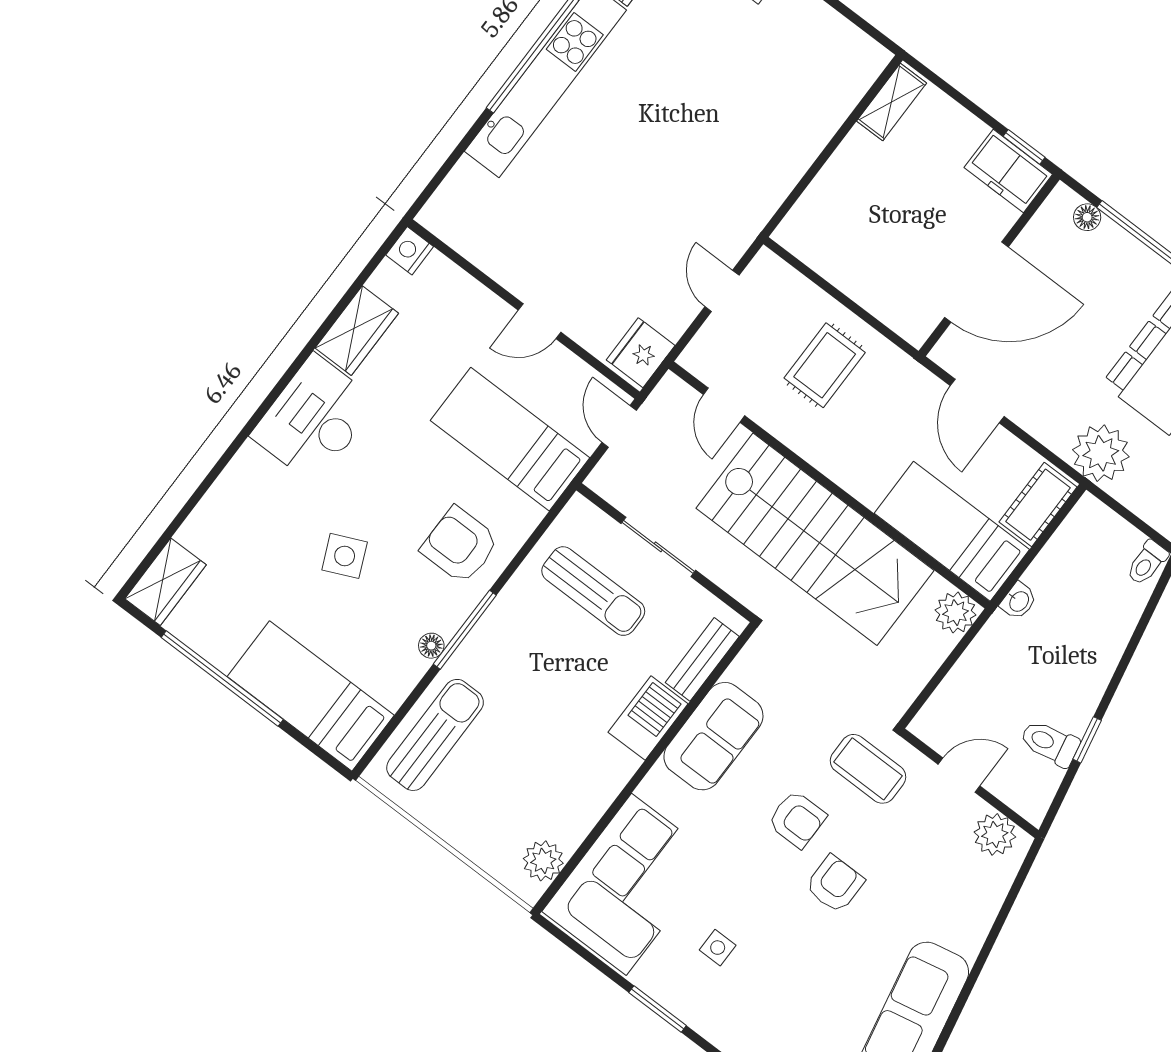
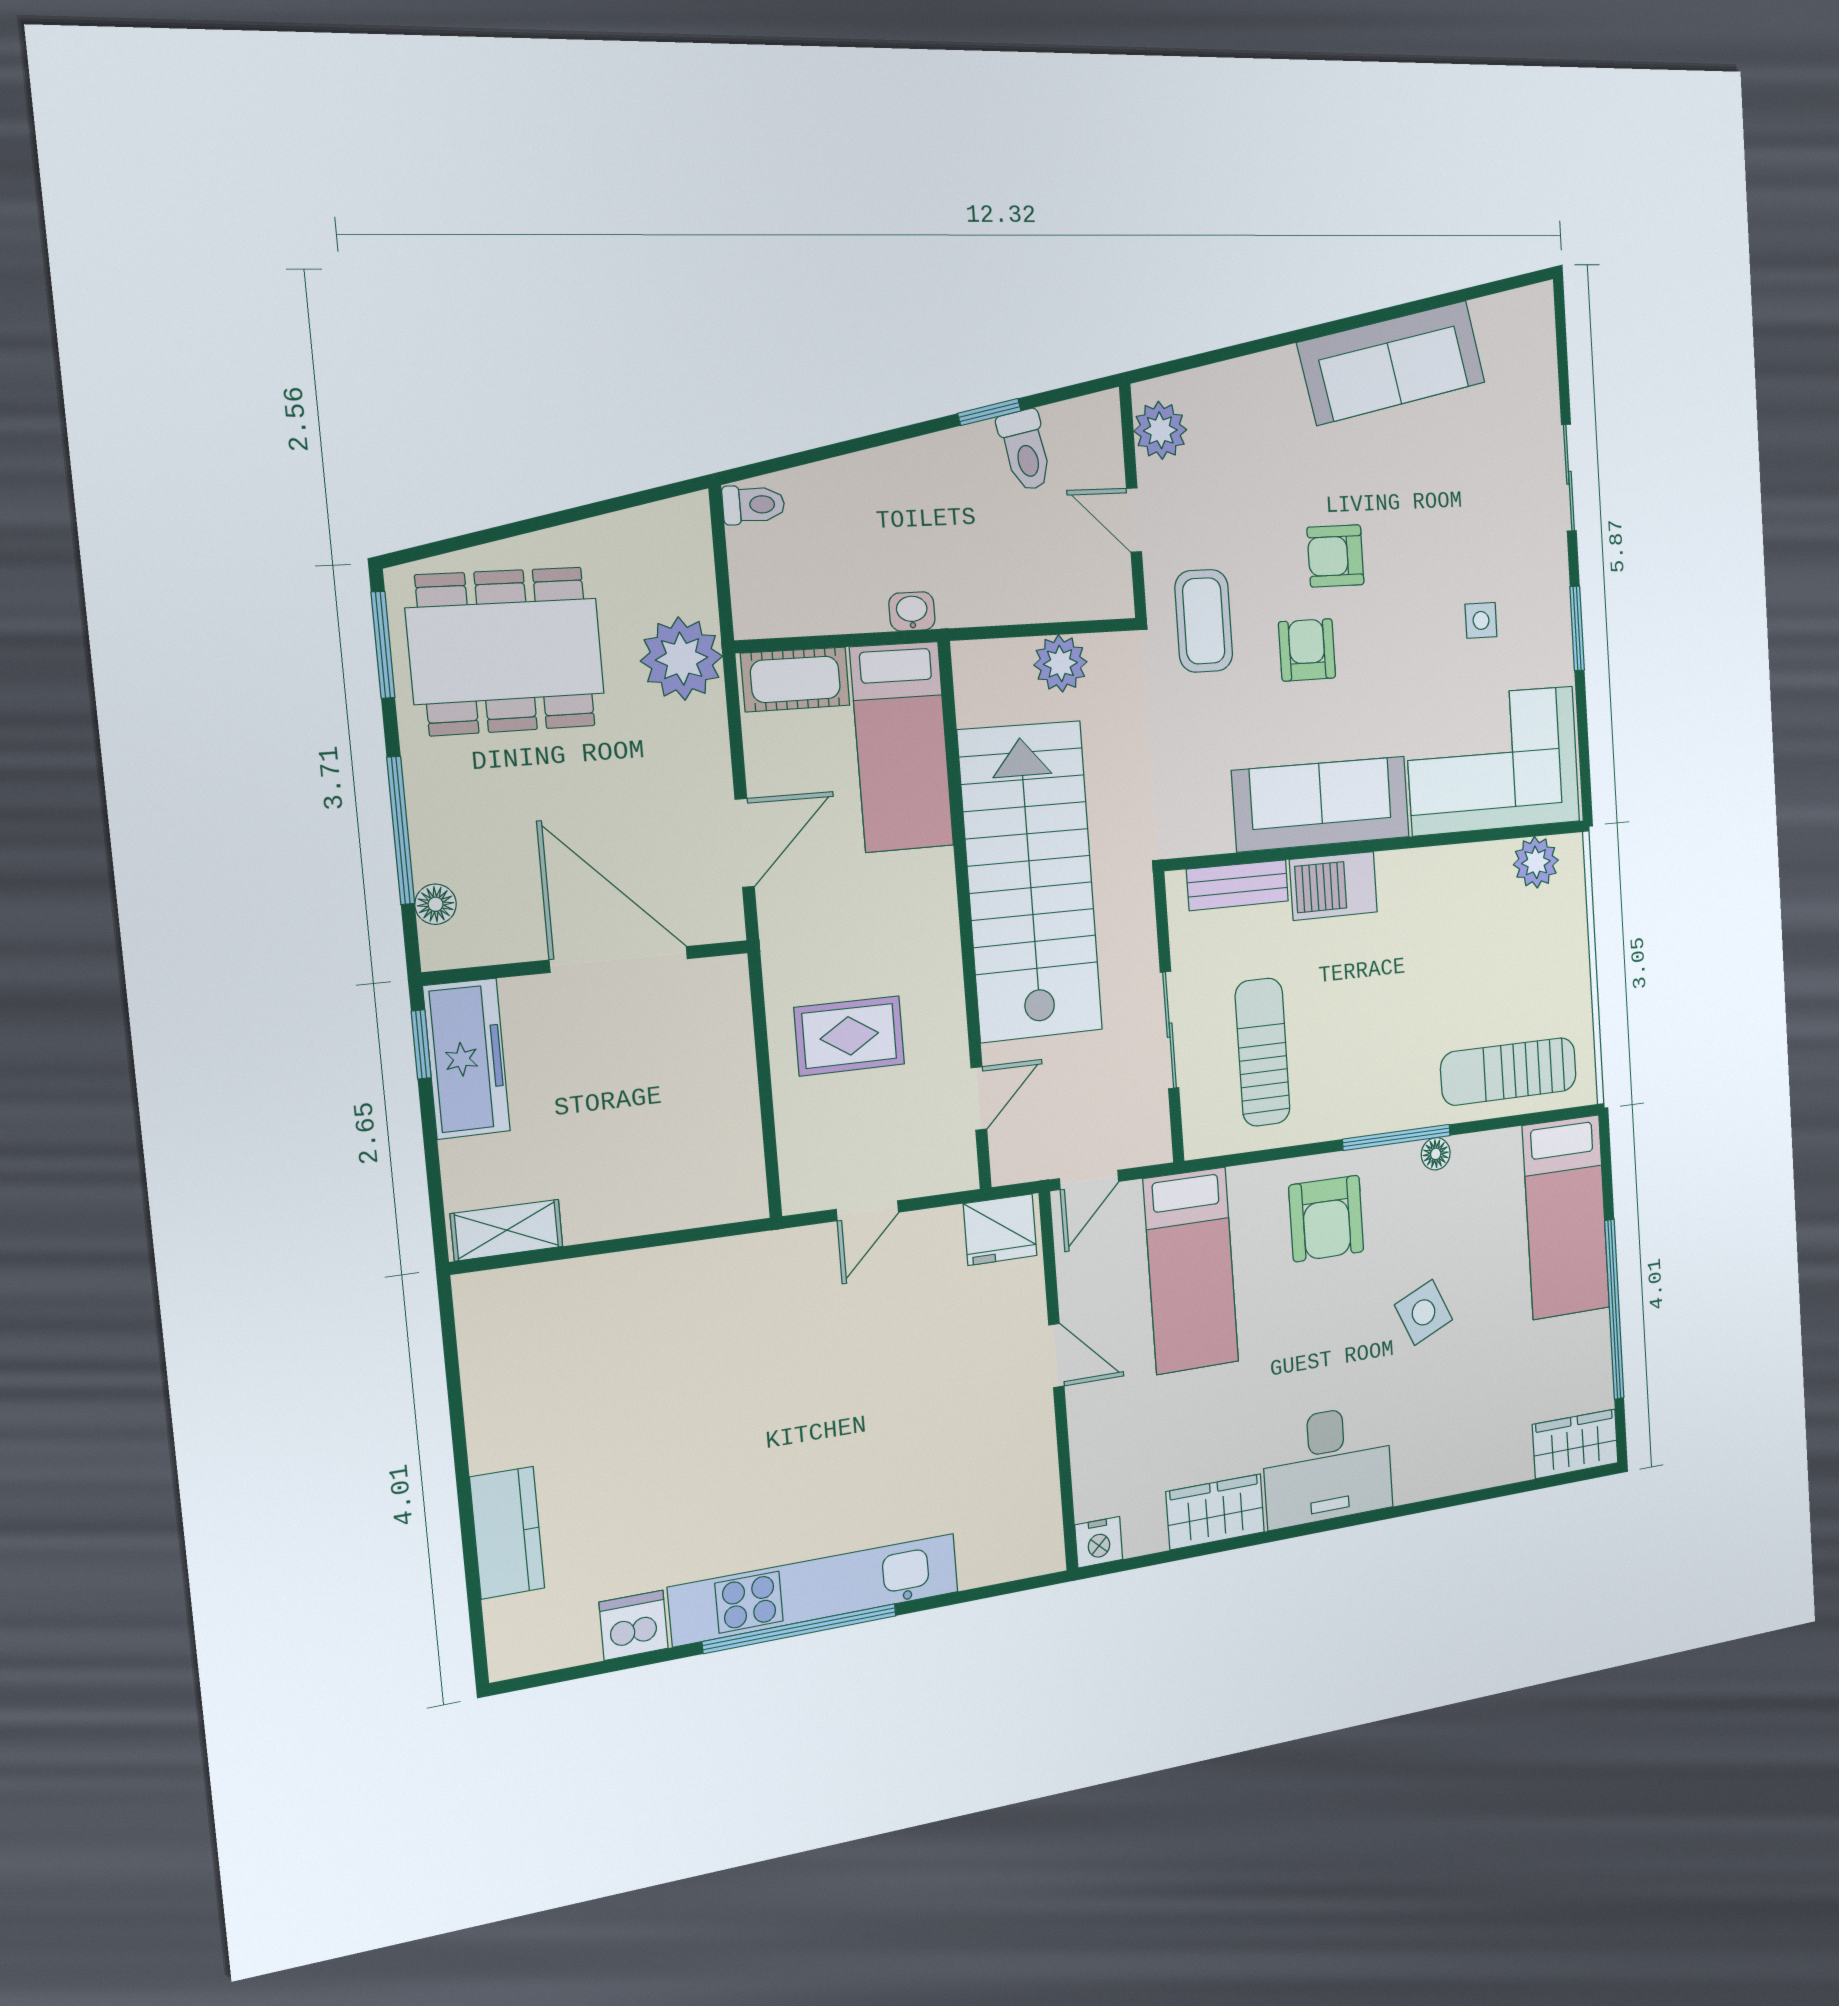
freezer: (1008, 171) -> (467, 1059), width x1.40
plant: (956, 613) -> (1060, 663), moved
sofa: (713, 736) -> (1321, 804), width x1.36

